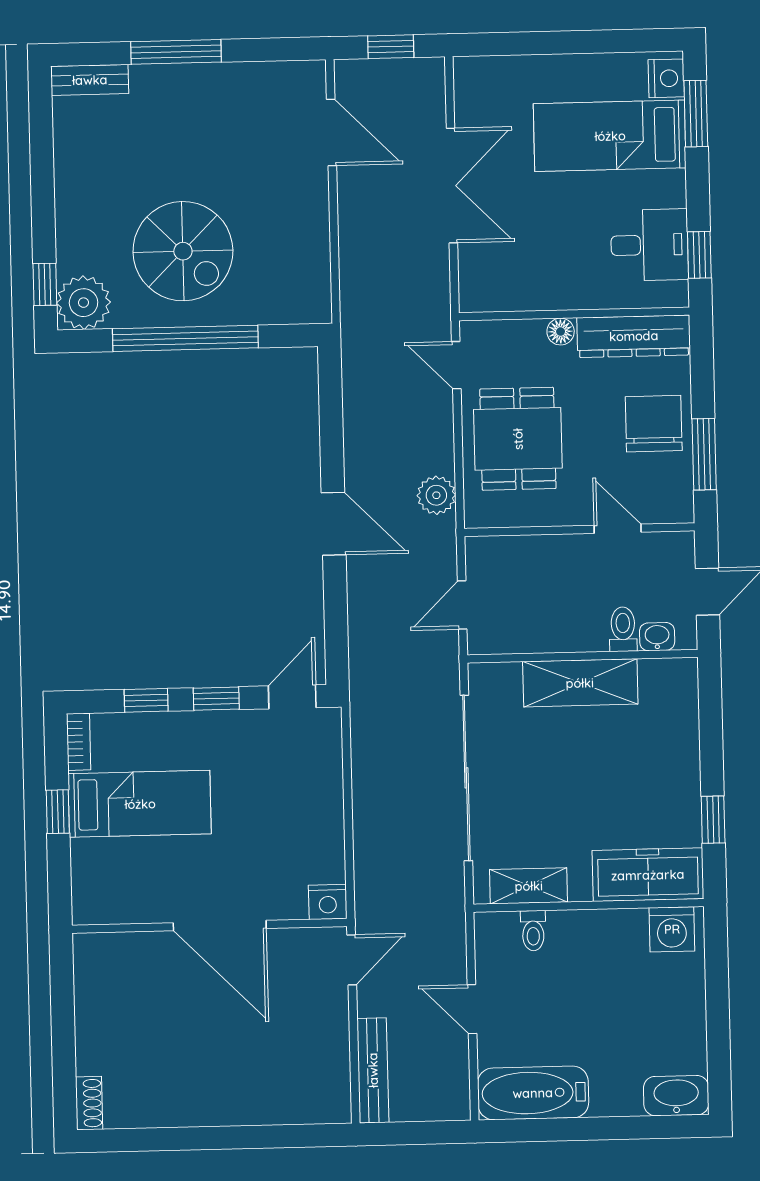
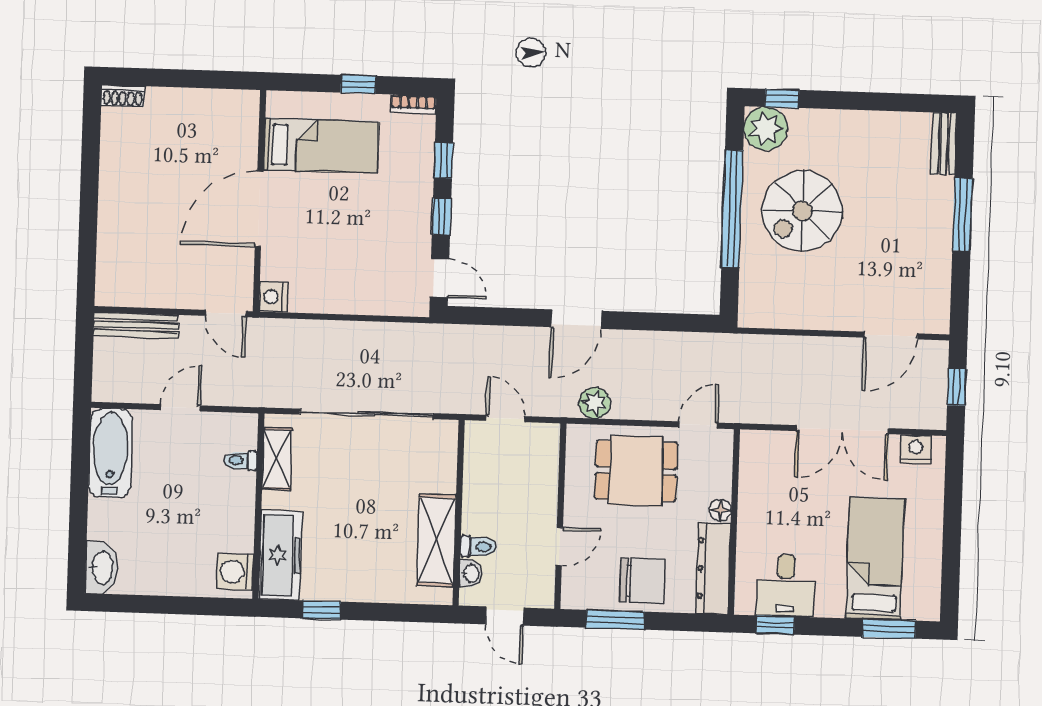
nightstand: (666, 78) -> (916, 449), moved, turned 180
shelving: (580, 683) -> (436, 540), moved
bed: (140, 804) -> (321, 146), moved, turned -90

